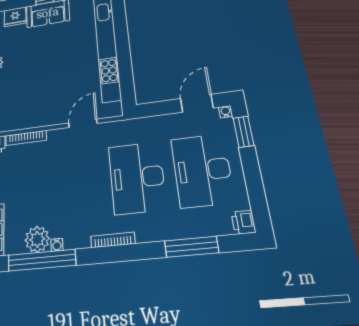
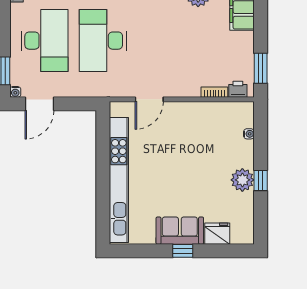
bookcase: (26, 138) -> (214, 92), width x0.64
desk: (137, 178) -> (103, 41), turned 180

